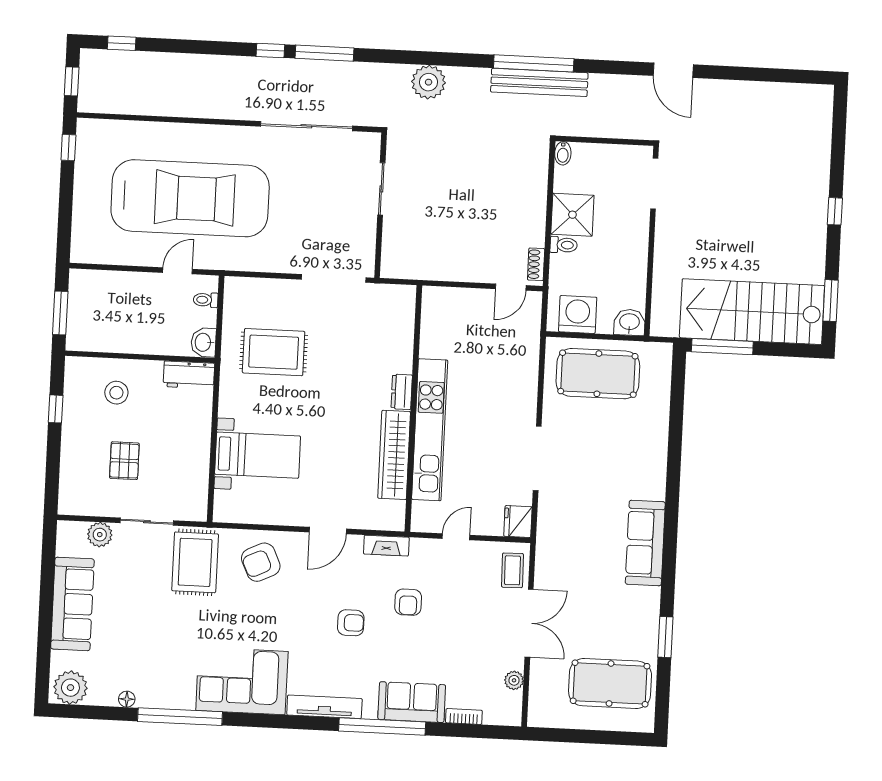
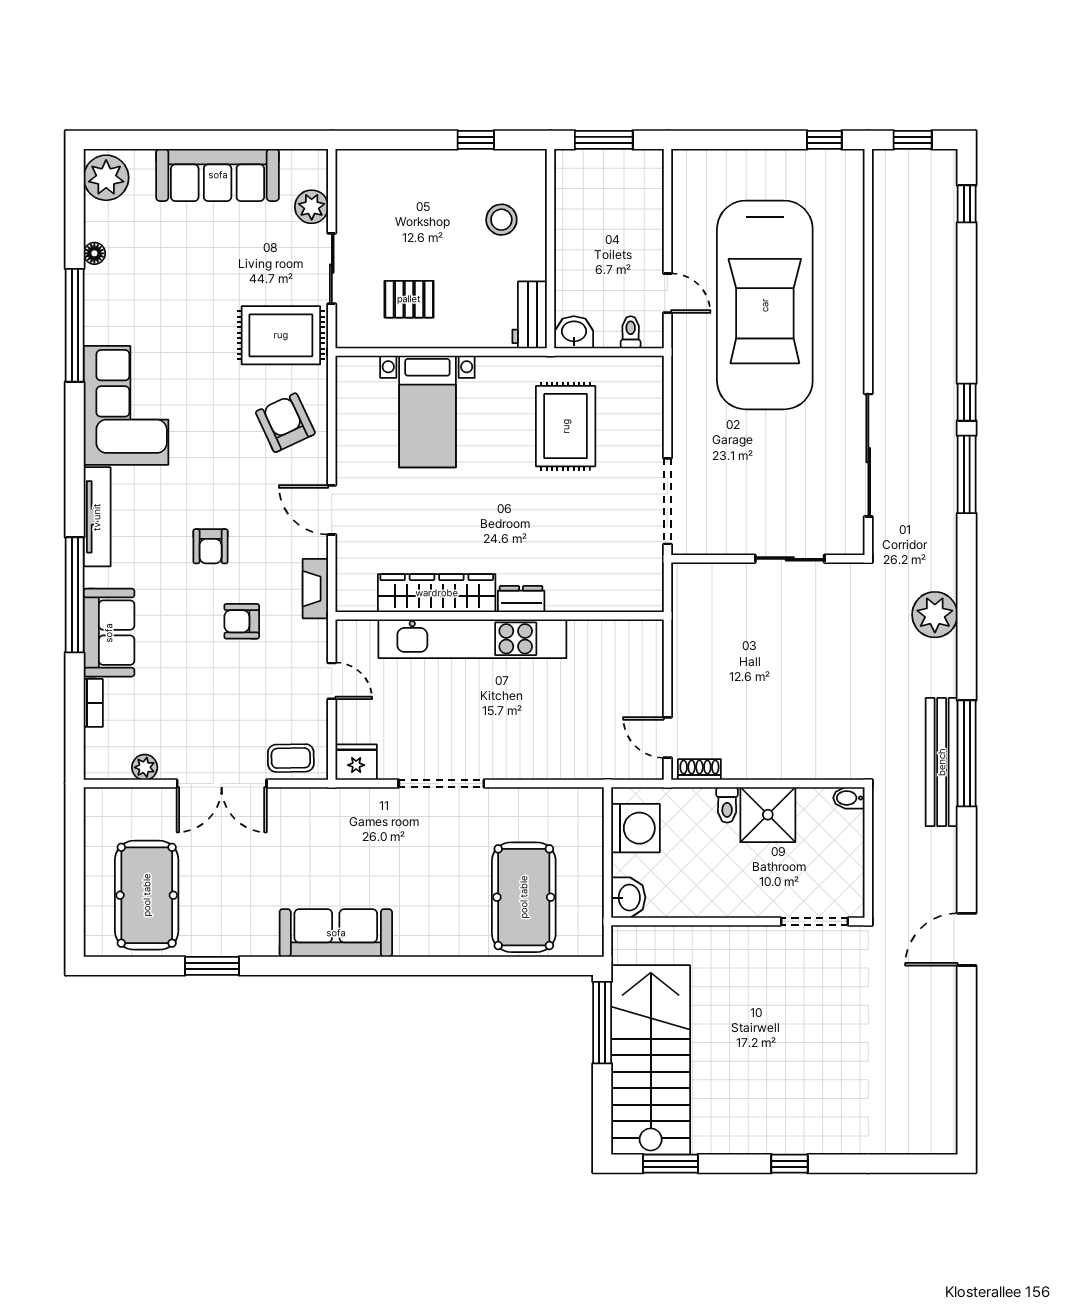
pool table: (598, 374) -> (524, 897), moved
pallet: (124, 461) -> (409, 299), moved

